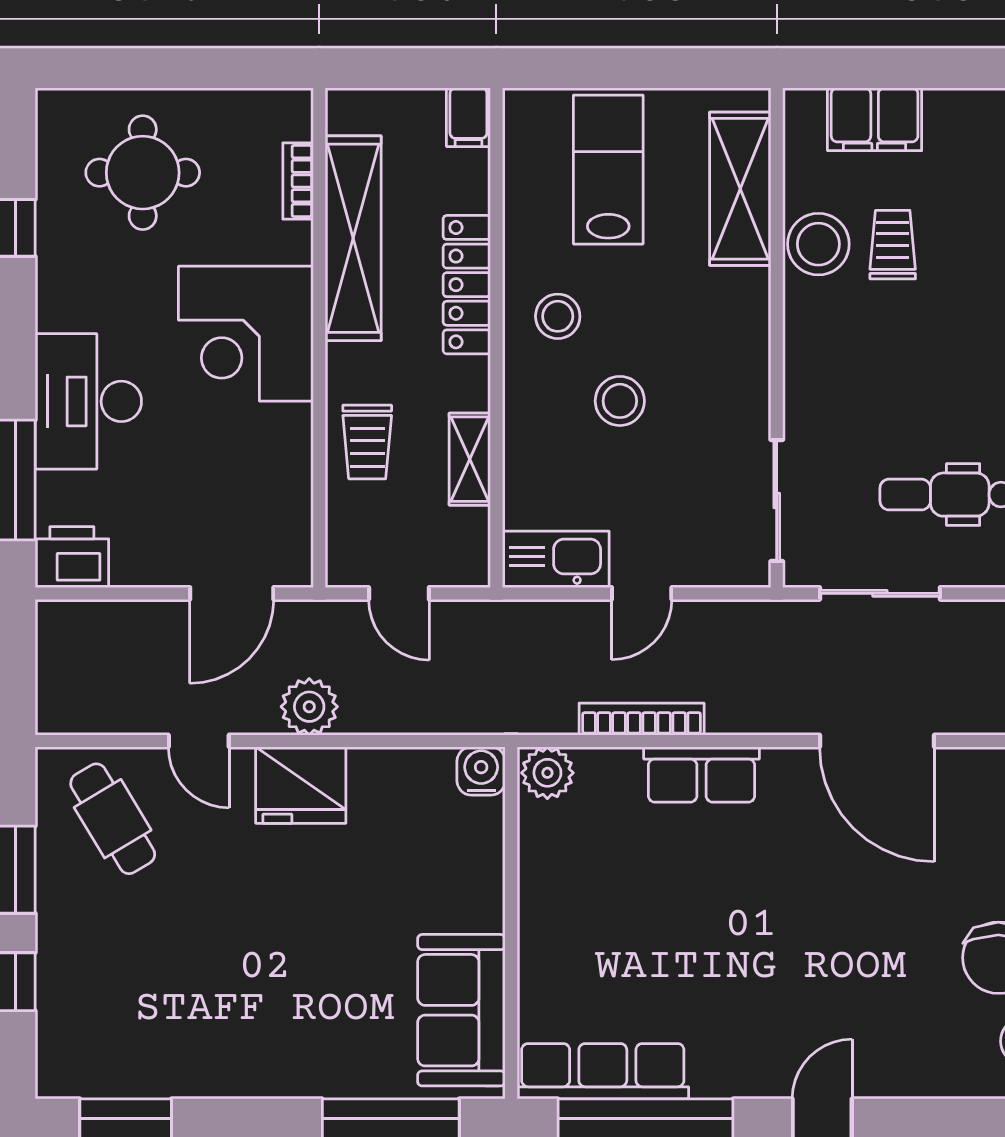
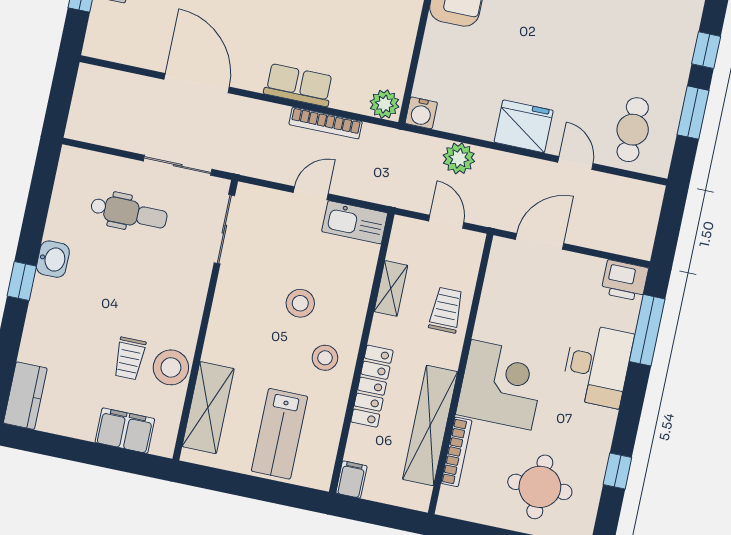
bookcase: (298, 181) -> (457, 452), width x1.56
plant: (309, 707) -> (459, 158), moved
cafe table: (113, 819) -> (633, 130), turned 31

